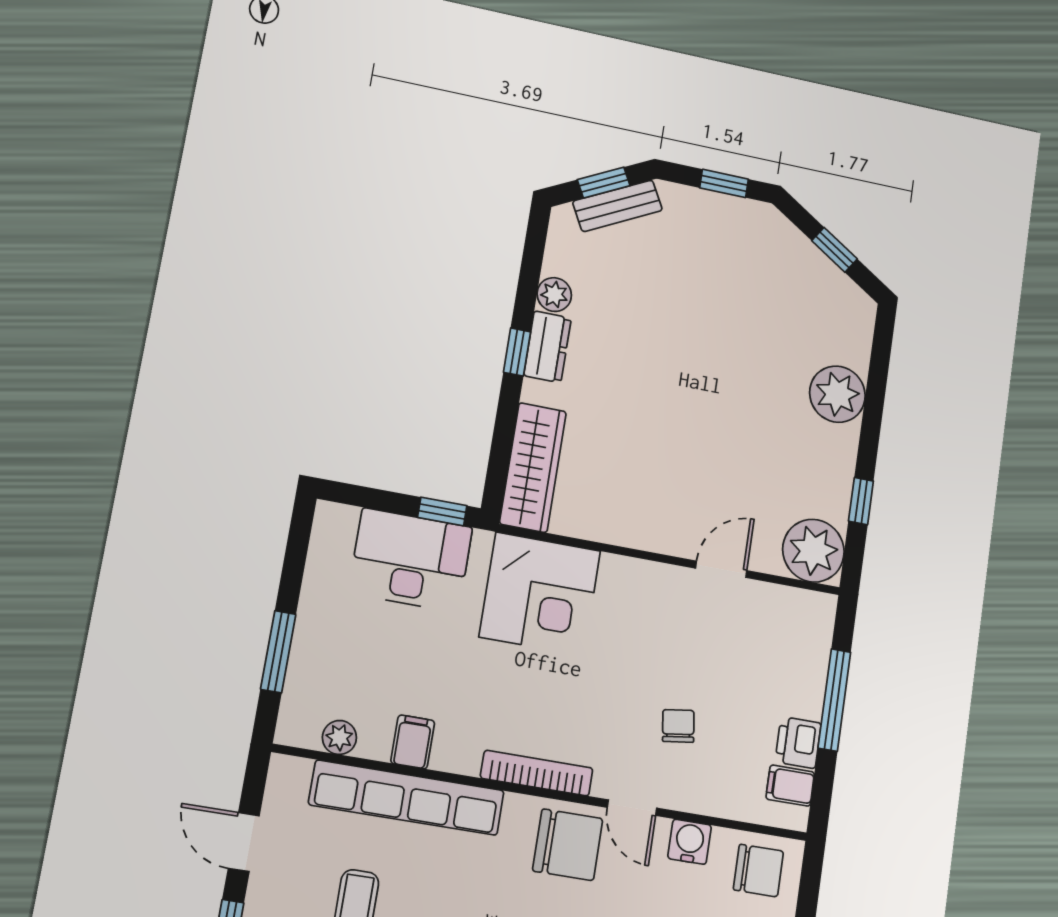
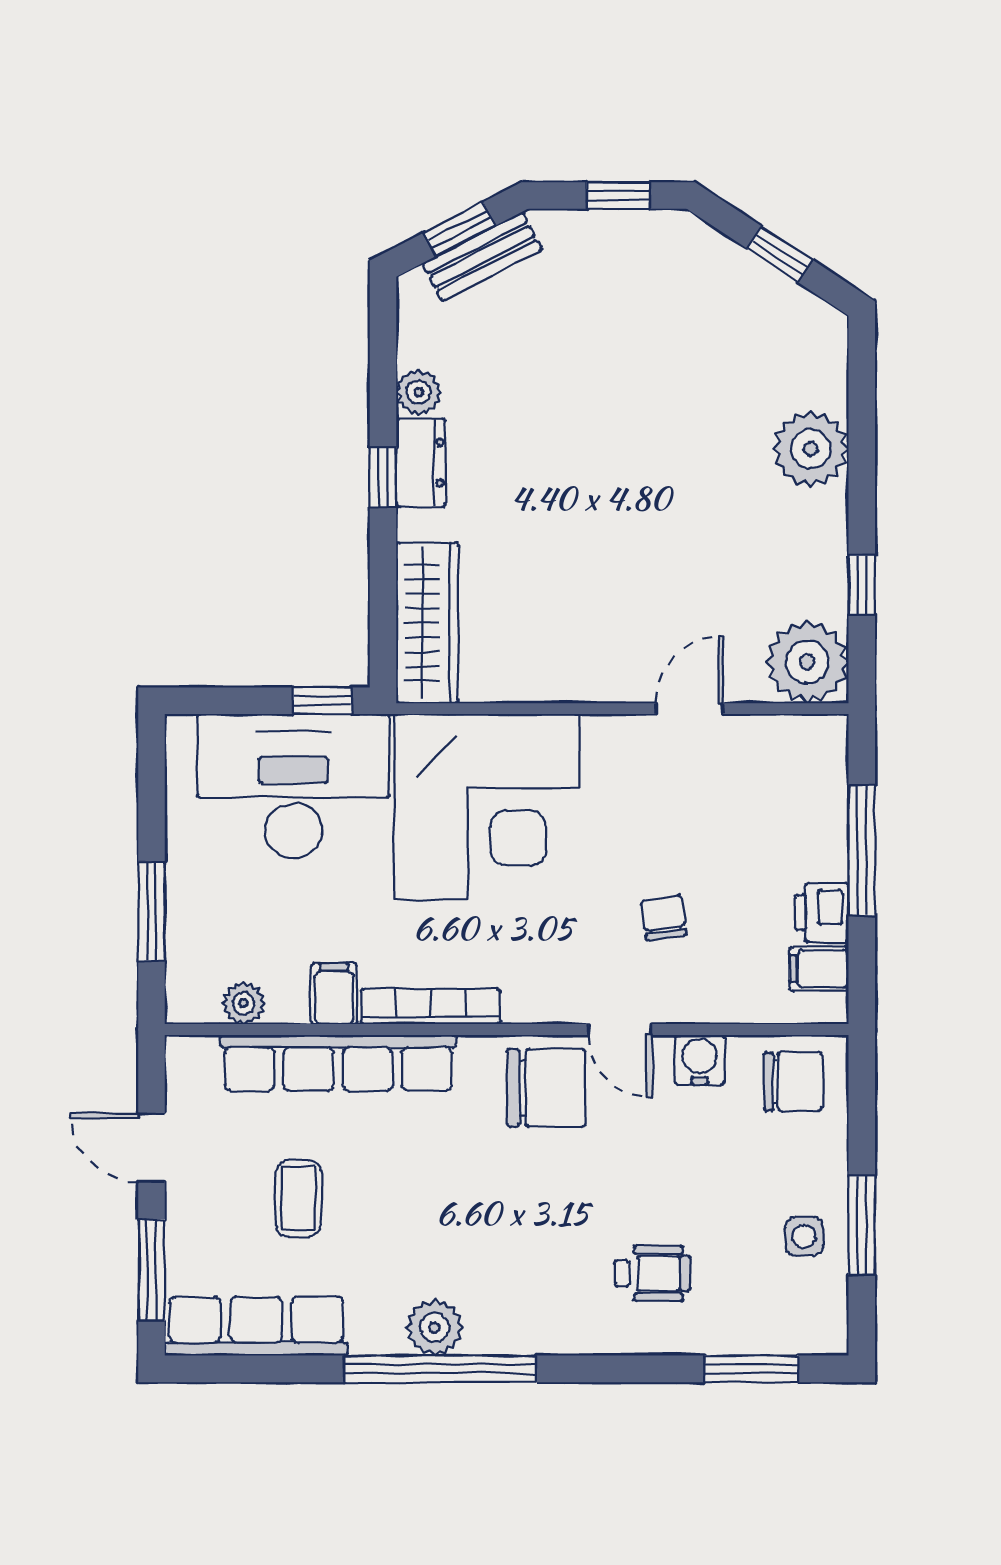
desk: (411, 560) -> (293, 786), width x1.36, depth x1.30
corner desk: (540, 594) -> (486, 807), width x1.36, depth x1.36
bookcase: (537, 773) -> (431, 1006), moved

